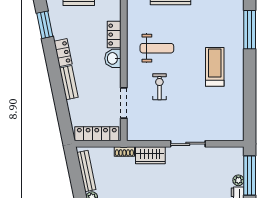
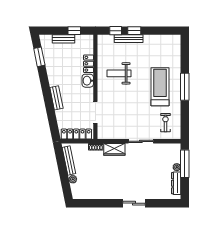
window: (250, 30) -> (185, 87), moved
weight bench: (157, 48) -> (119, 73), turned 180
locker: (63, 53) -> (52, 77), removed
treadmill: (215, 67) -> (160, 87), width x1.37, depth x1.38
exercise bike: (159, 87) -> (165, 123), moved

